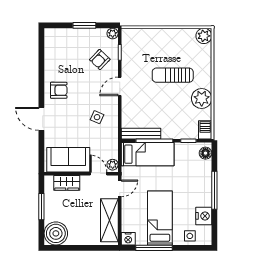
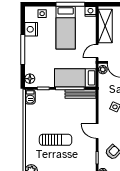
door: (120, 86) -> (97, 131), swing flipped
plant: (202, 98) -> (33, 122), removed

